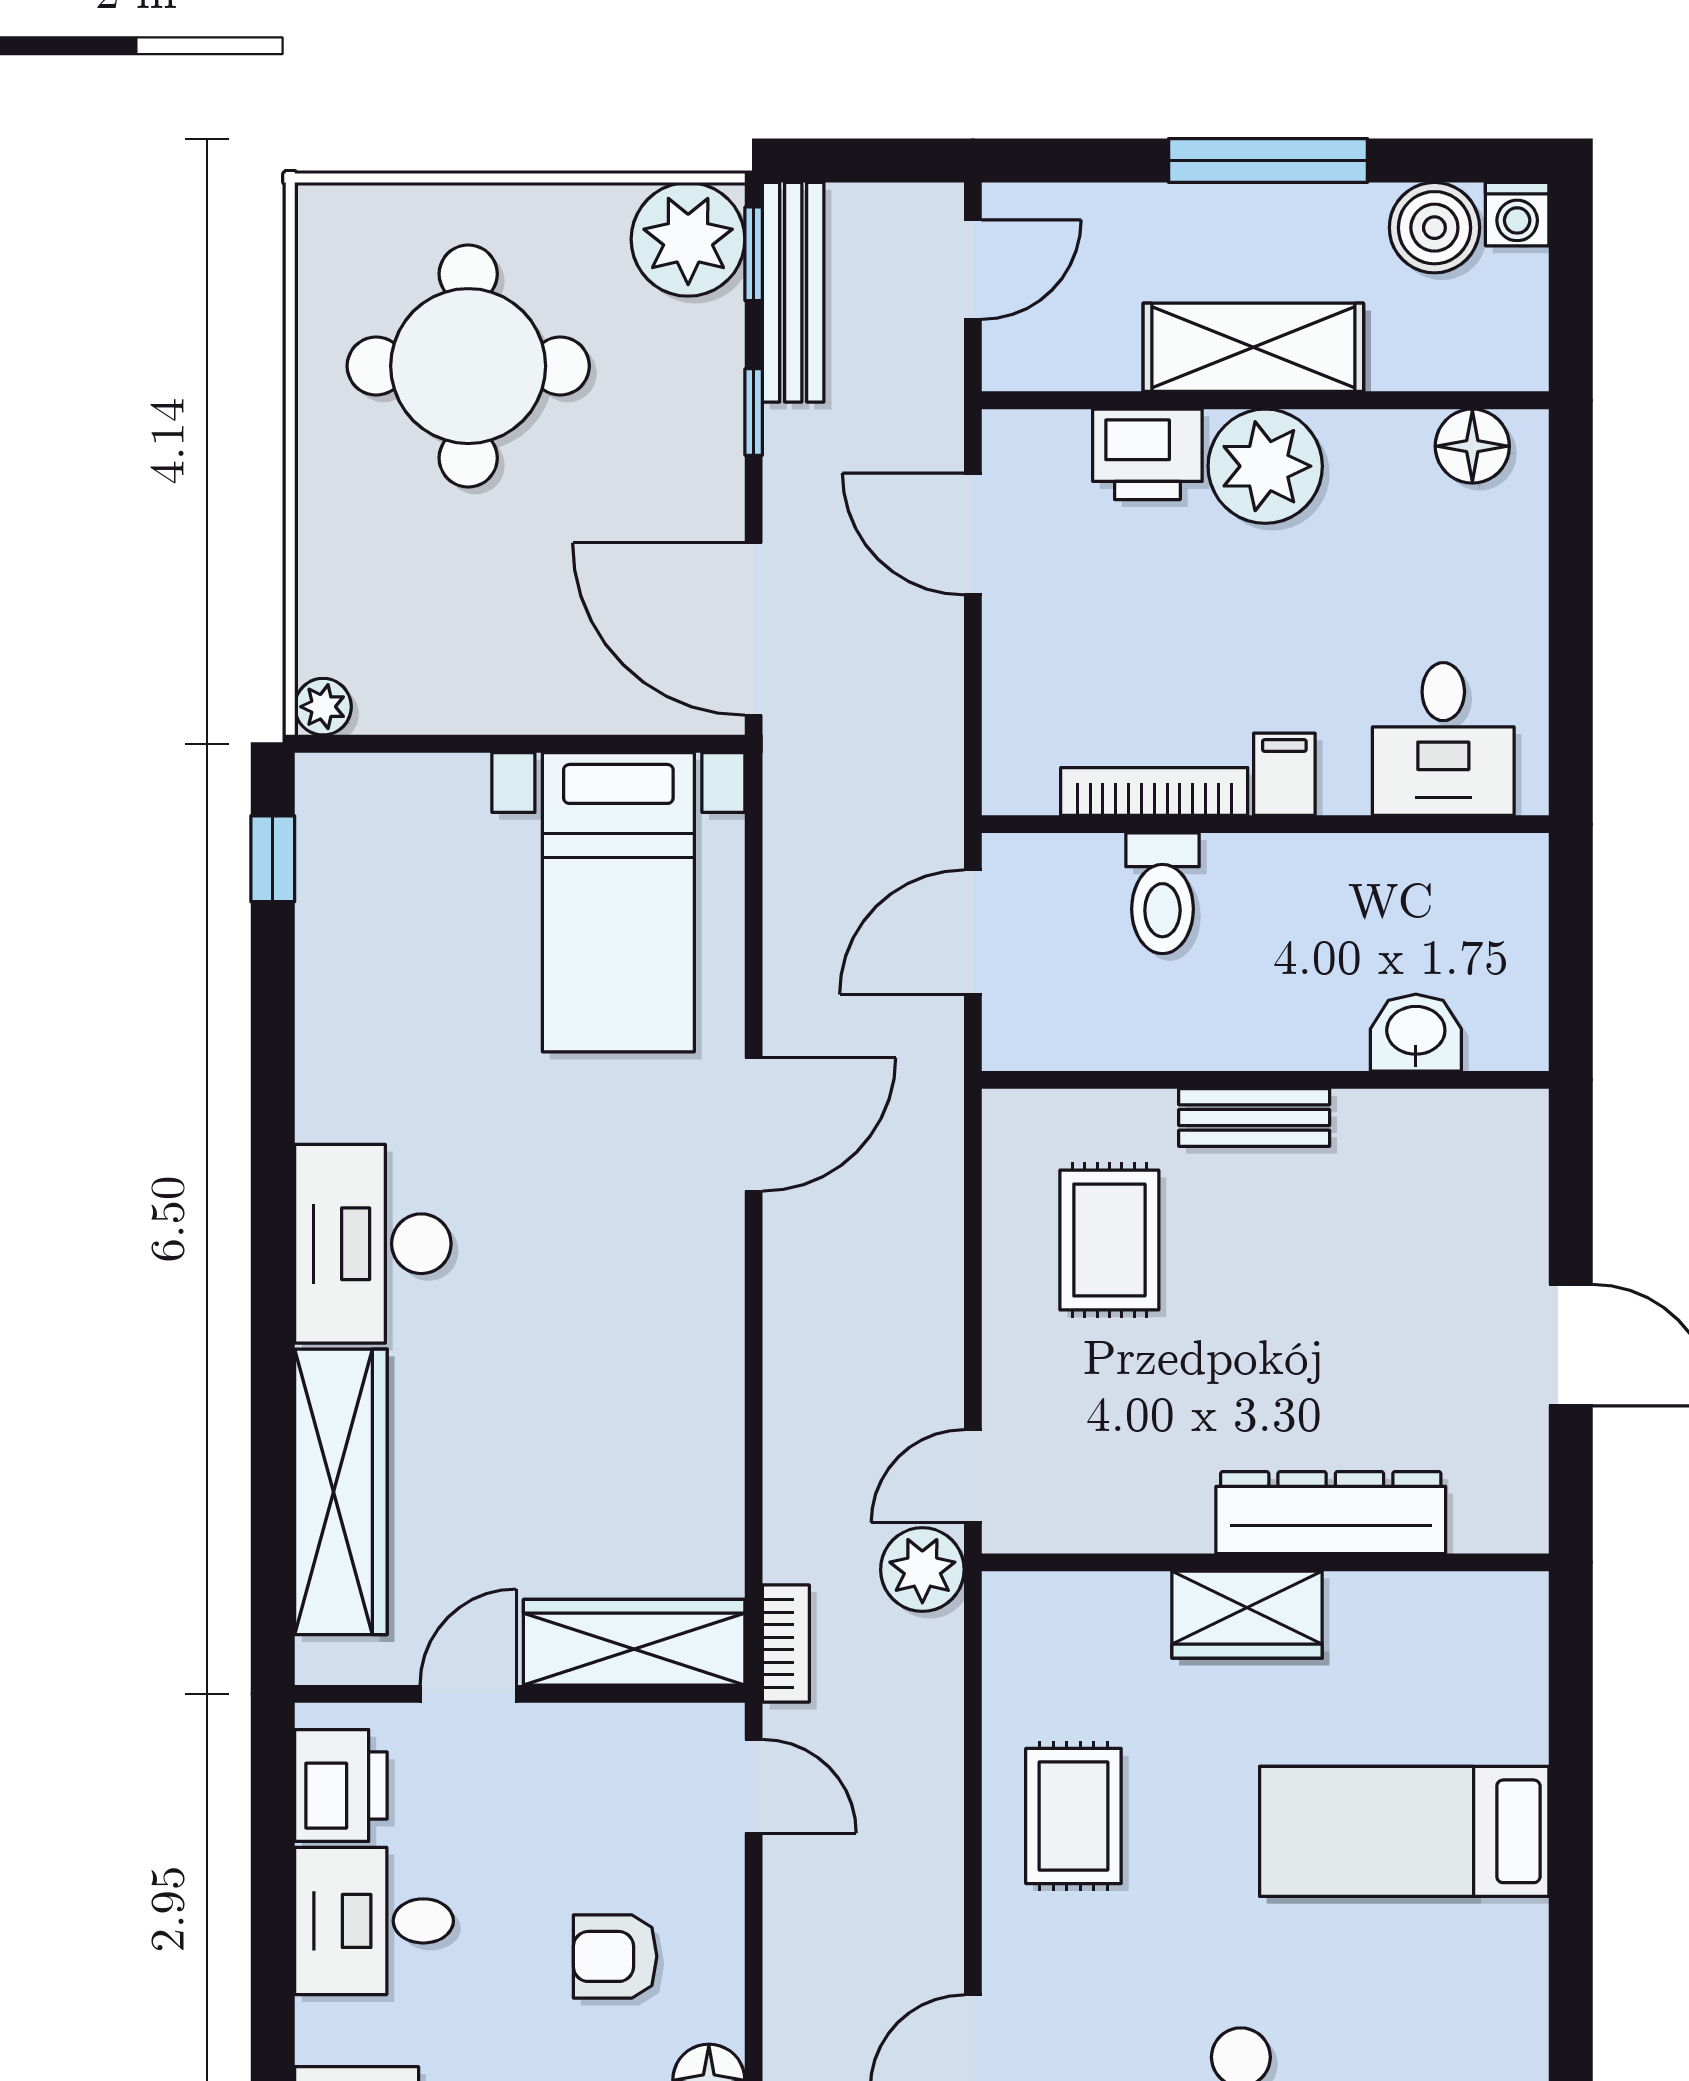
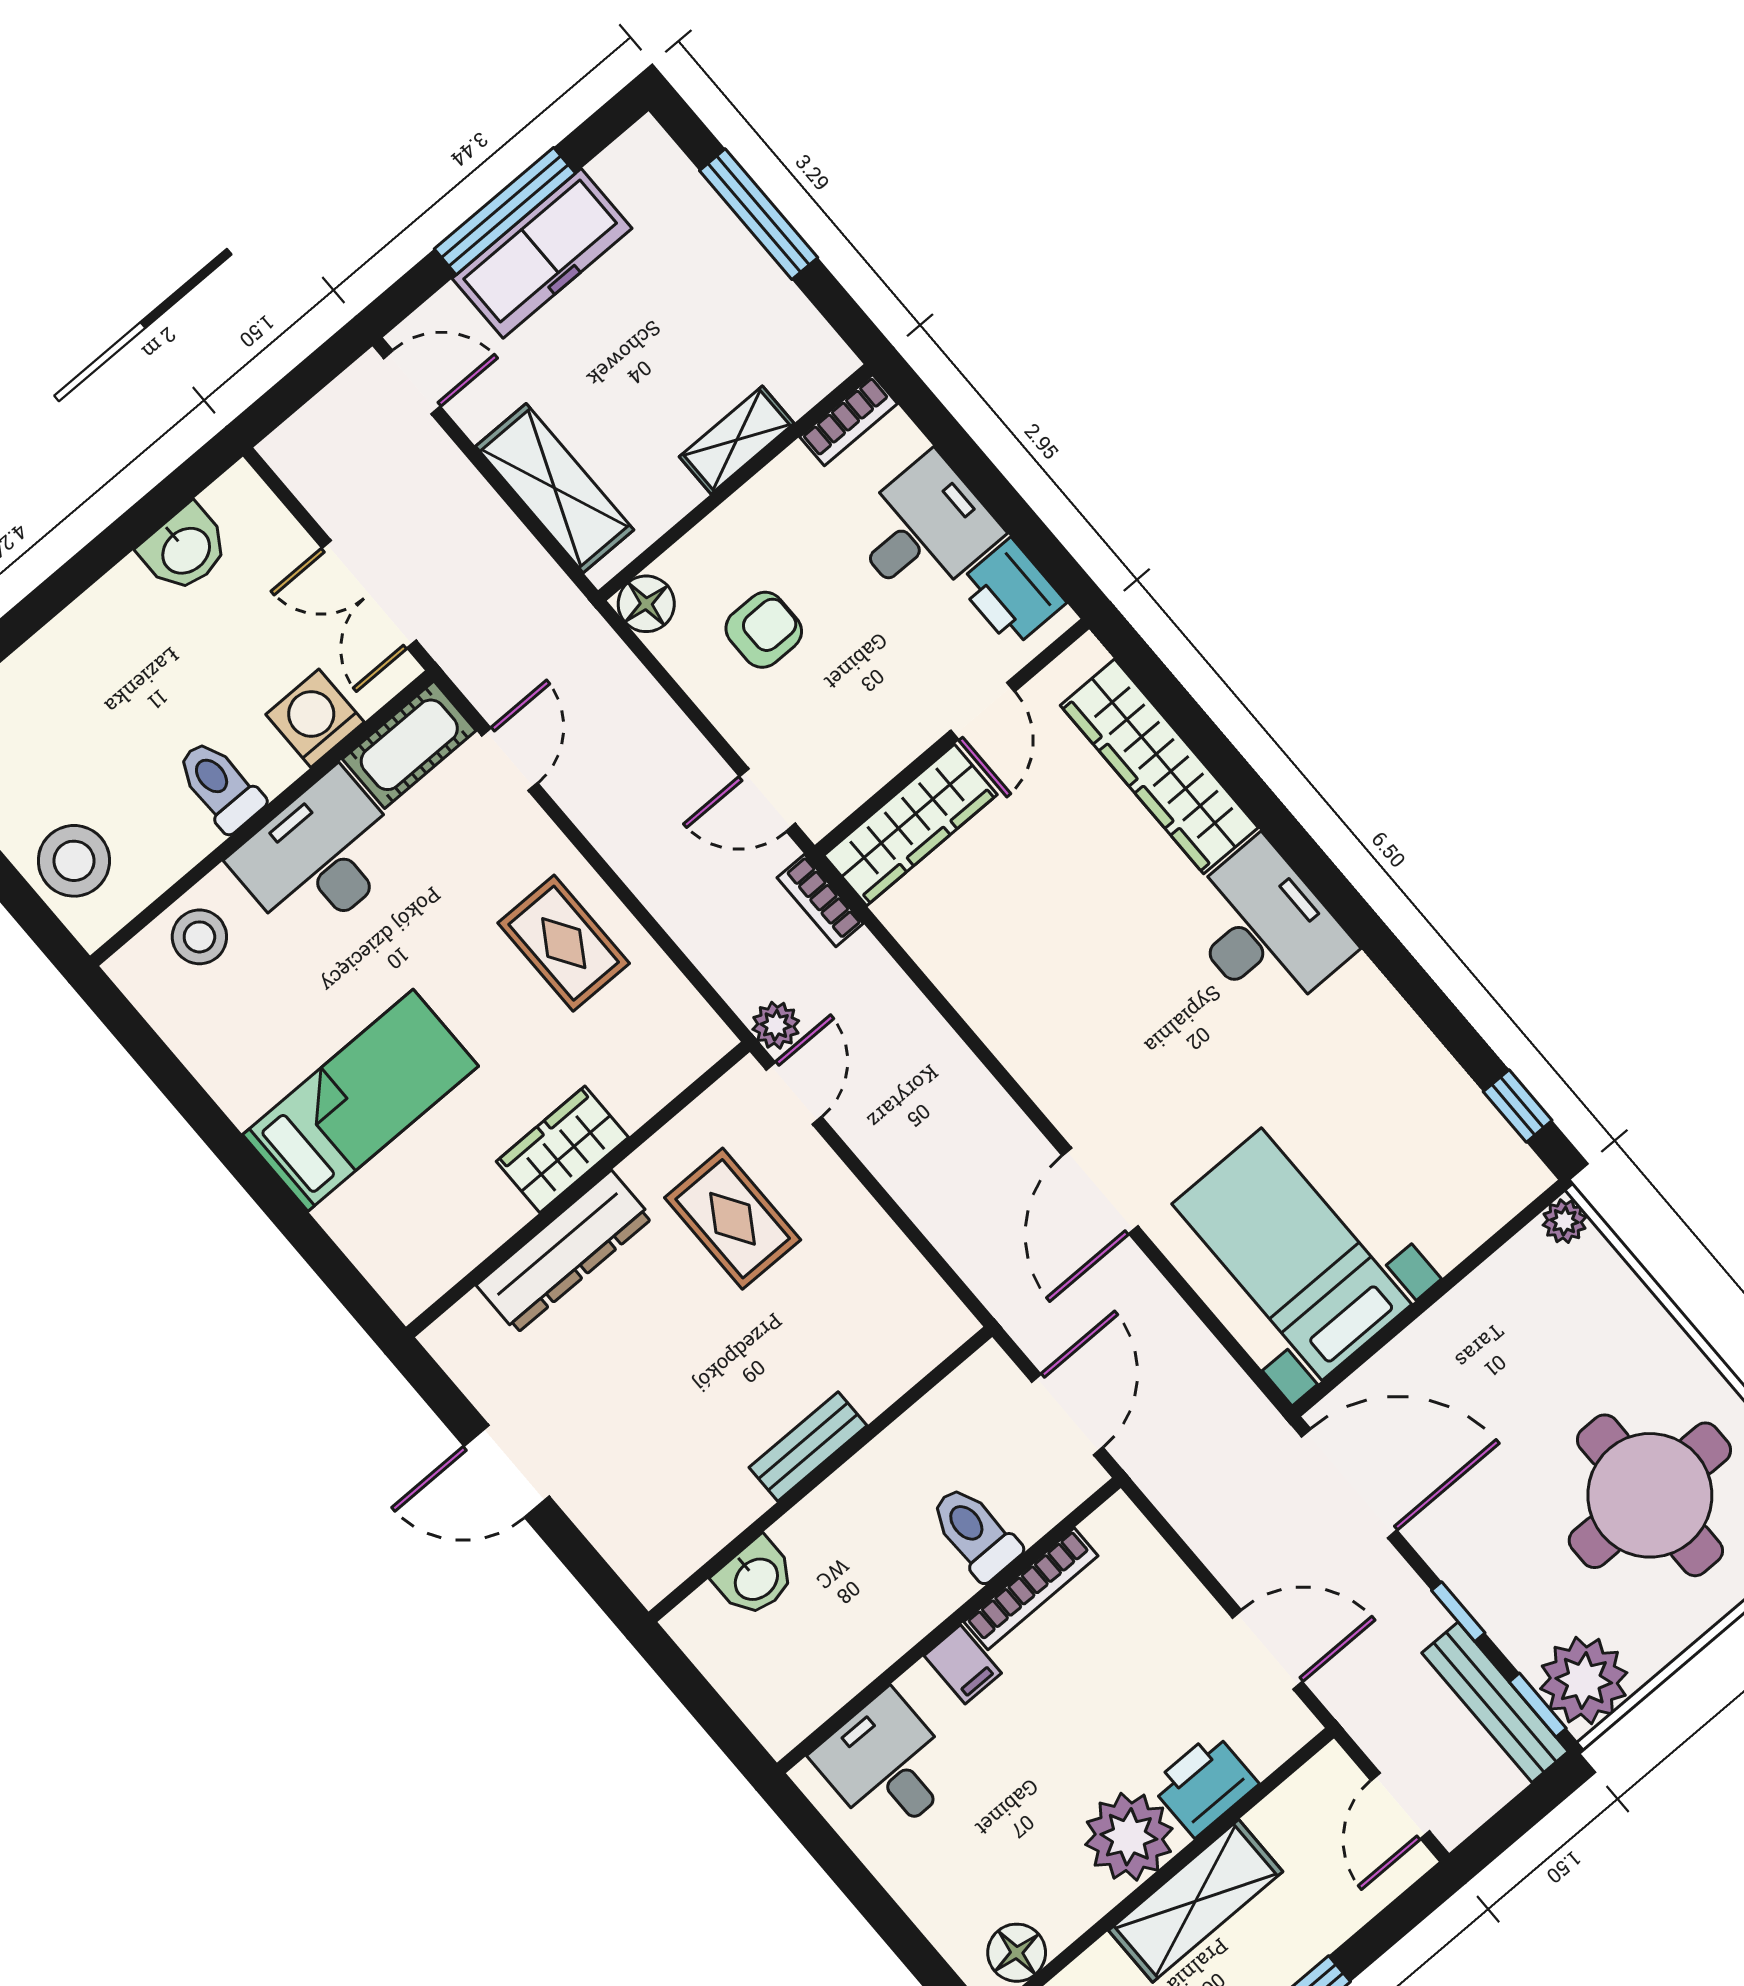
rug: (1109, 1240) -> (733, 1219), moved
plant: (922, 1570) -> (776, 1025), width x0.73, depth x0.73

